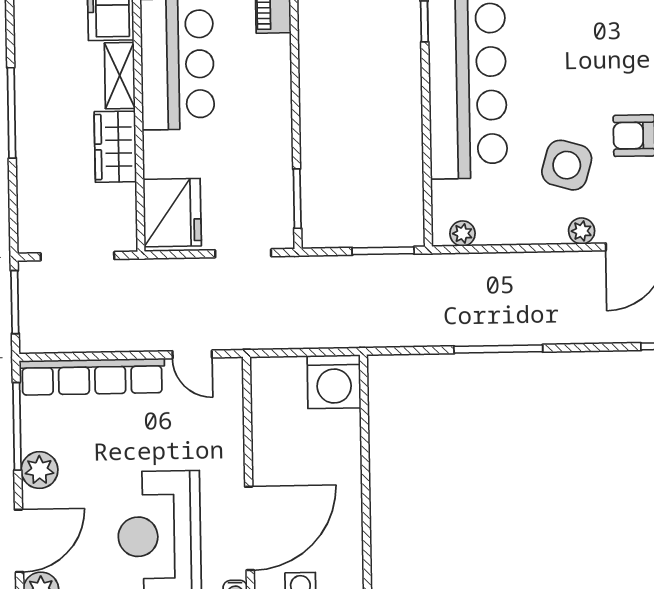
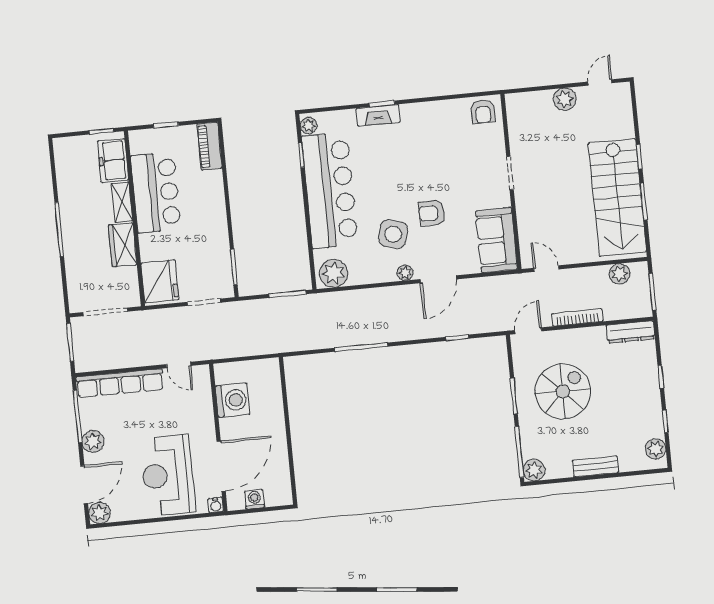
plant: (463, 233) -> (333, 273), width x1.88, depth x1.88
washing machine: (334, 382) -> (233, 400), moved, turned -90

